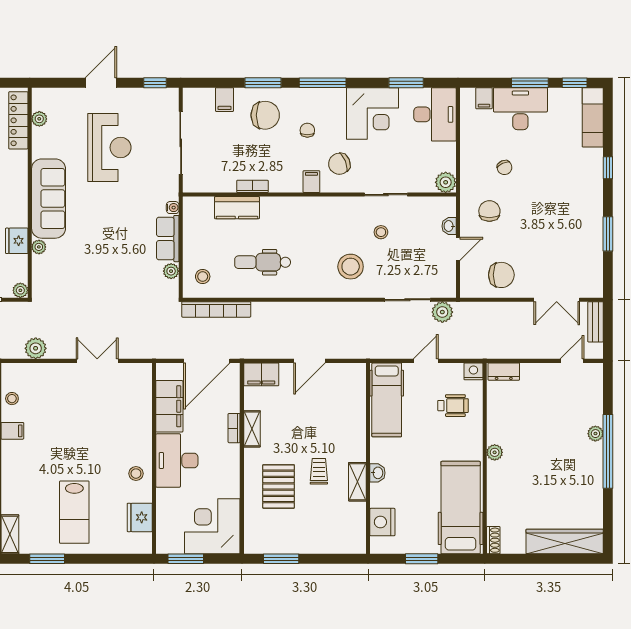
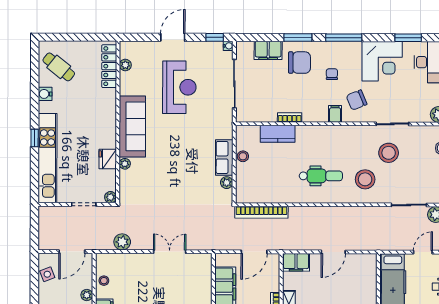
filing cabinet: (225, 100) -> (268, 50), width x2.00
water cooler: (173, 208) -> (228, 46), moved
stool: (381, 232) -> (389, 153), width x1.89, depth x1.89
dental chair: (263, 262) -> (321, 176), moved, turned 180
stool: (203, 276) -> (243, 156), moved
door: (207, 361) -> (254, 252), width x0.73

